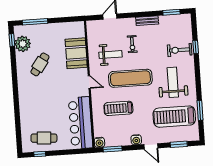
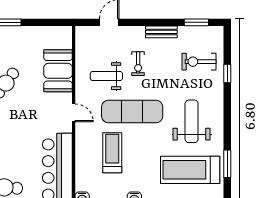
exercise bike: (180, 50) -> (199, 62), moved
weight bench: (110, 55) -> (106, 76), turned 180
treadmill: (118, 108) -> (112, 153), turned 90

